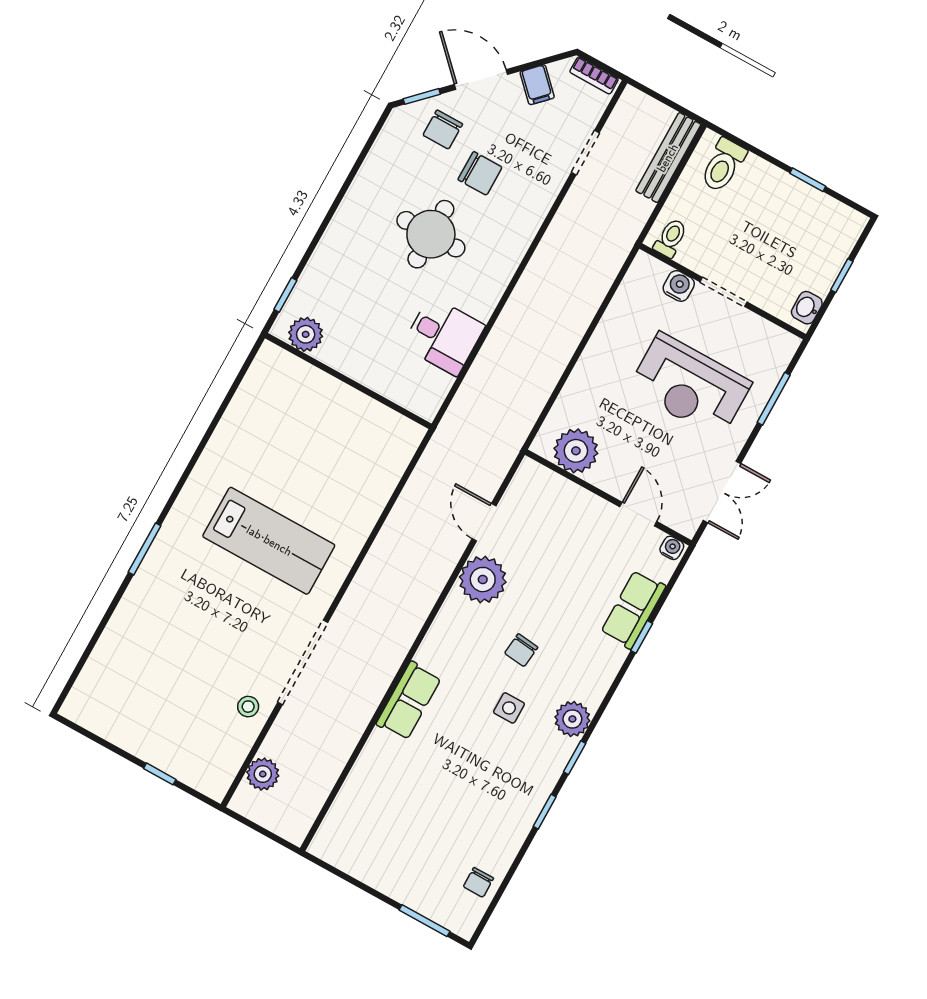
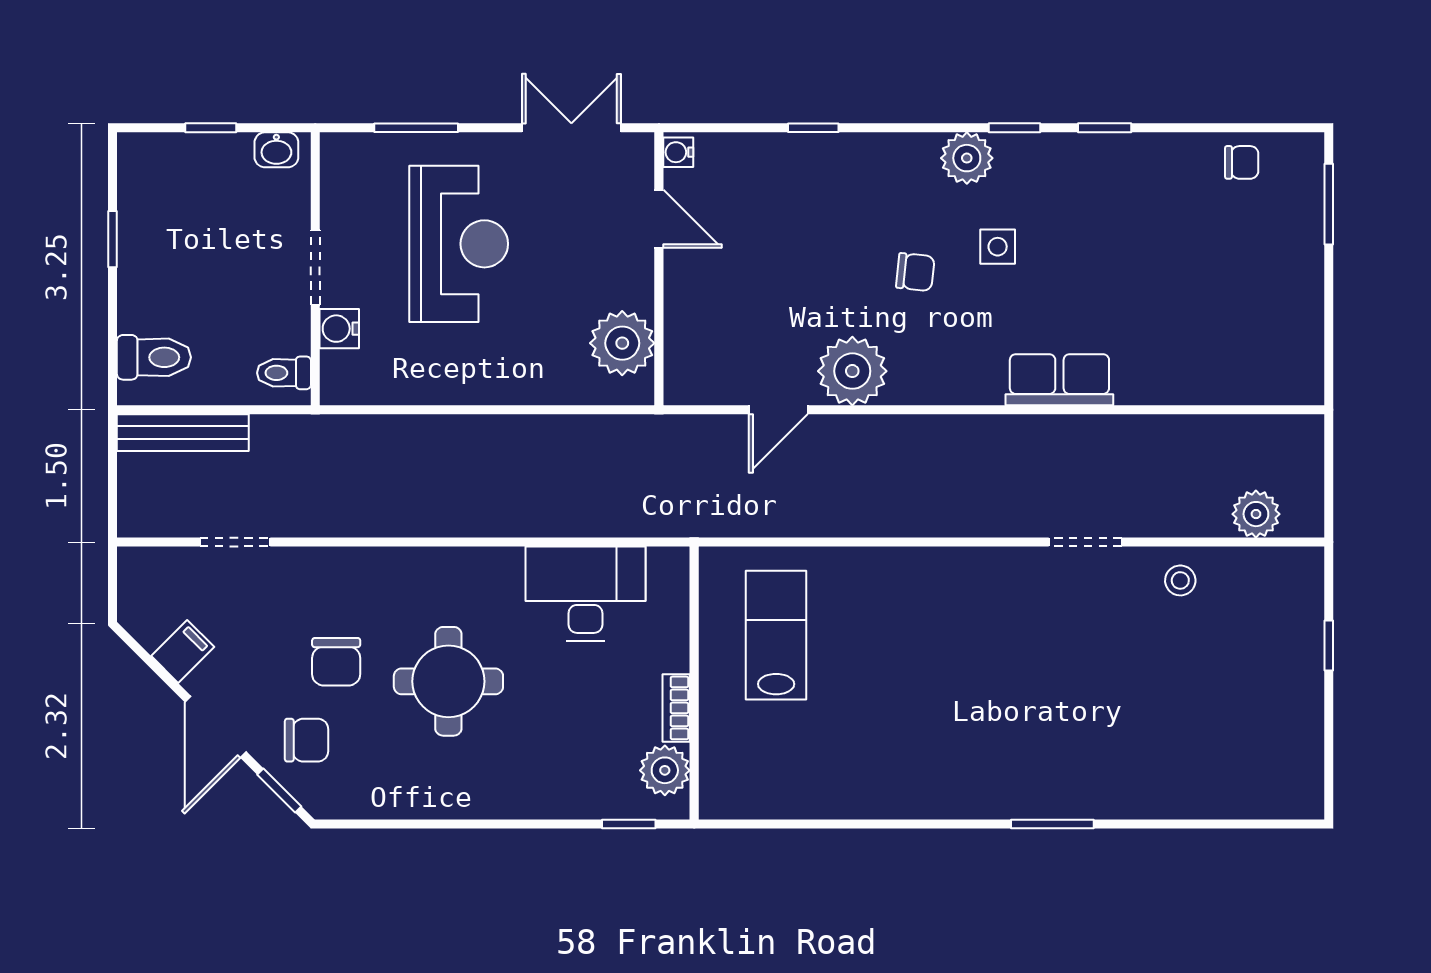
bookcase: (594, 75) -> (676, 708), moved, turned 180
chair: (480, 173) -> (336, 662), turned 180
desk: (443, 336) -> (586, 594), width x1.37
door: (638, 514) -> (659, 219), swing flipped
lab bench: (269, 541) -> (776, 635), moved, width x0.73, depth x0.72
row of seats: (633, 609) -> (784, 158), removed
doorway: (303, 662) -> (1085, 542), width x0.53

